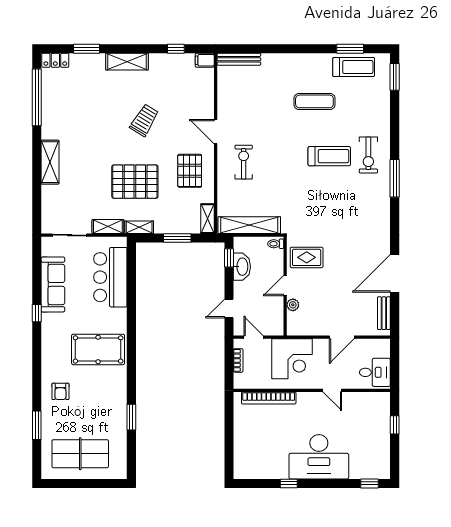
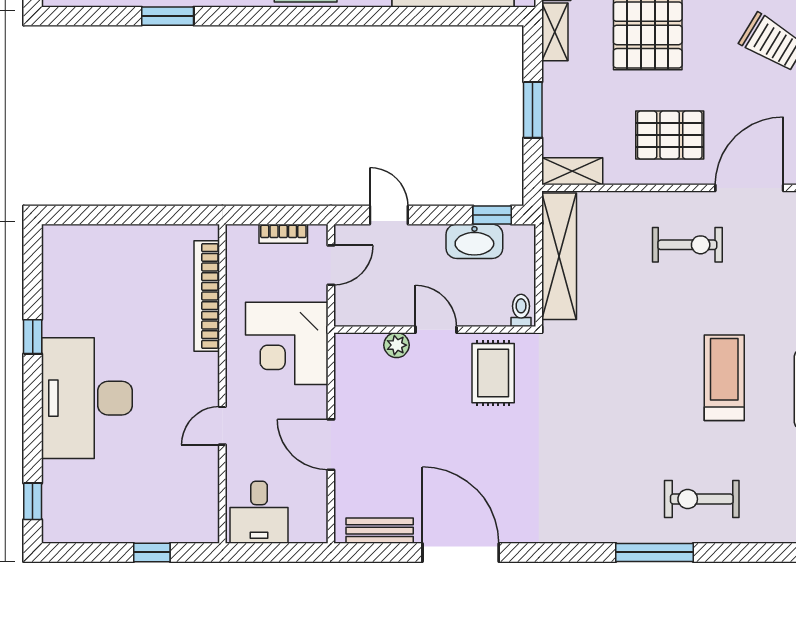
door: (216, 132) -> (749, 188), width x1.36
treadmill: (329, 156) -> (724, 378), moved, turned 180

